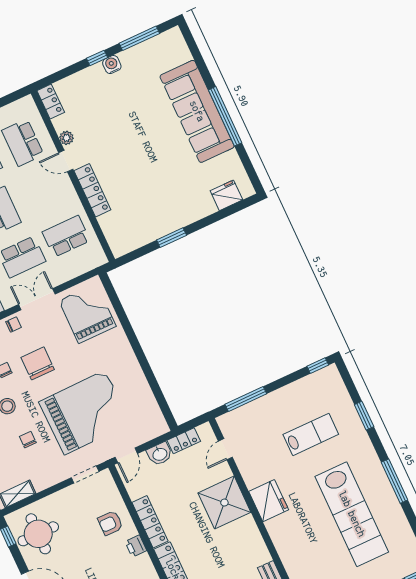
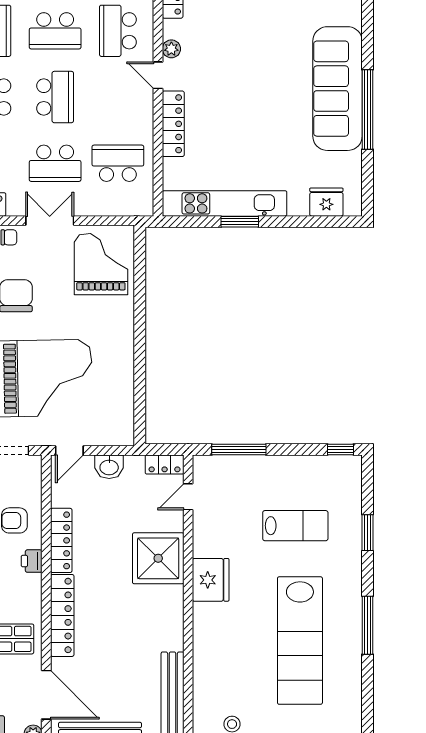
kitchen unit: (155, 230) -> (225, 203), added
locker: (184, 441) -> (165, 464), moved

